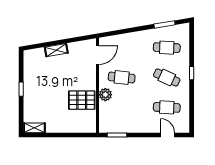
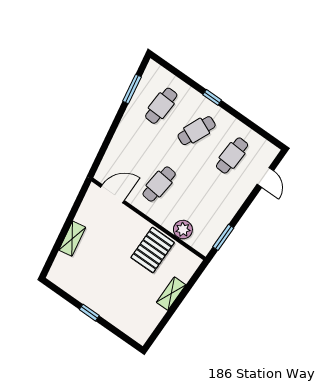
door: (98, 55) -> (113, 194), hinge flipped
plant: (105, 95) -> (183, 230), moved
shelving: (34, 128) -> (171, 294), moved
door: (168, 135) -> (265, 177), swing flipped

